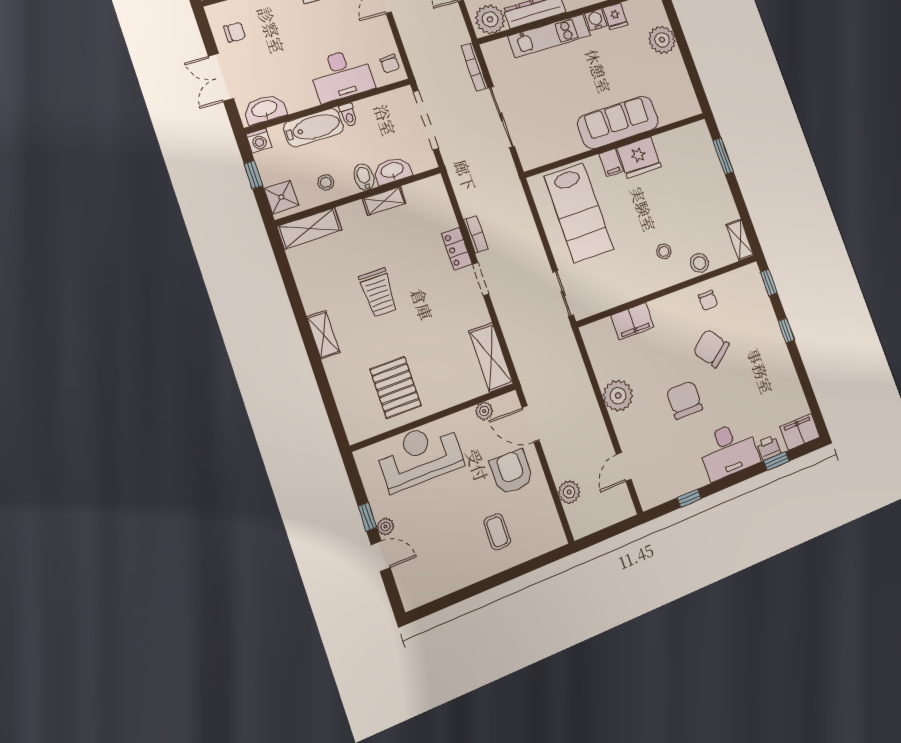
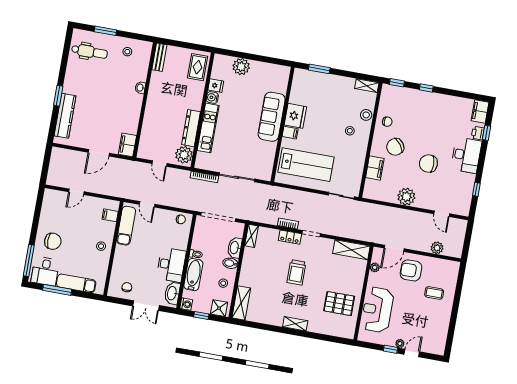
desk: (342, 75) -> (171, 265), moved
shelving: (384, 201) -> (252, 236), moved
trolley: (378, 293) -> (296, 272), moved, turned 90
chair: (711, 348) -> (395, 147), moved

